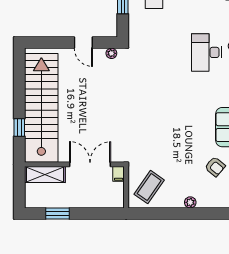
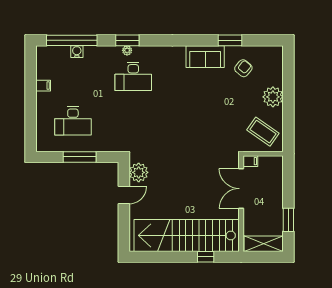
plant: (111, 53) -> (139, 172), width x1.88, depth x1.88
shelving: (45, 174) -> (264, 244), moved, turned 90
plant: (190, 202) -> (273, 97), width x1.87, depth x1.87

